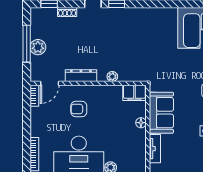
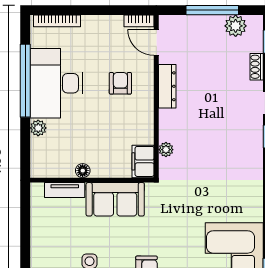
plant: (38, 47) -> (236, 26), moved
plant: (112, 77) -> (166, 150), moved
floor lamp: (141, 123) -> (83, 171), moved

